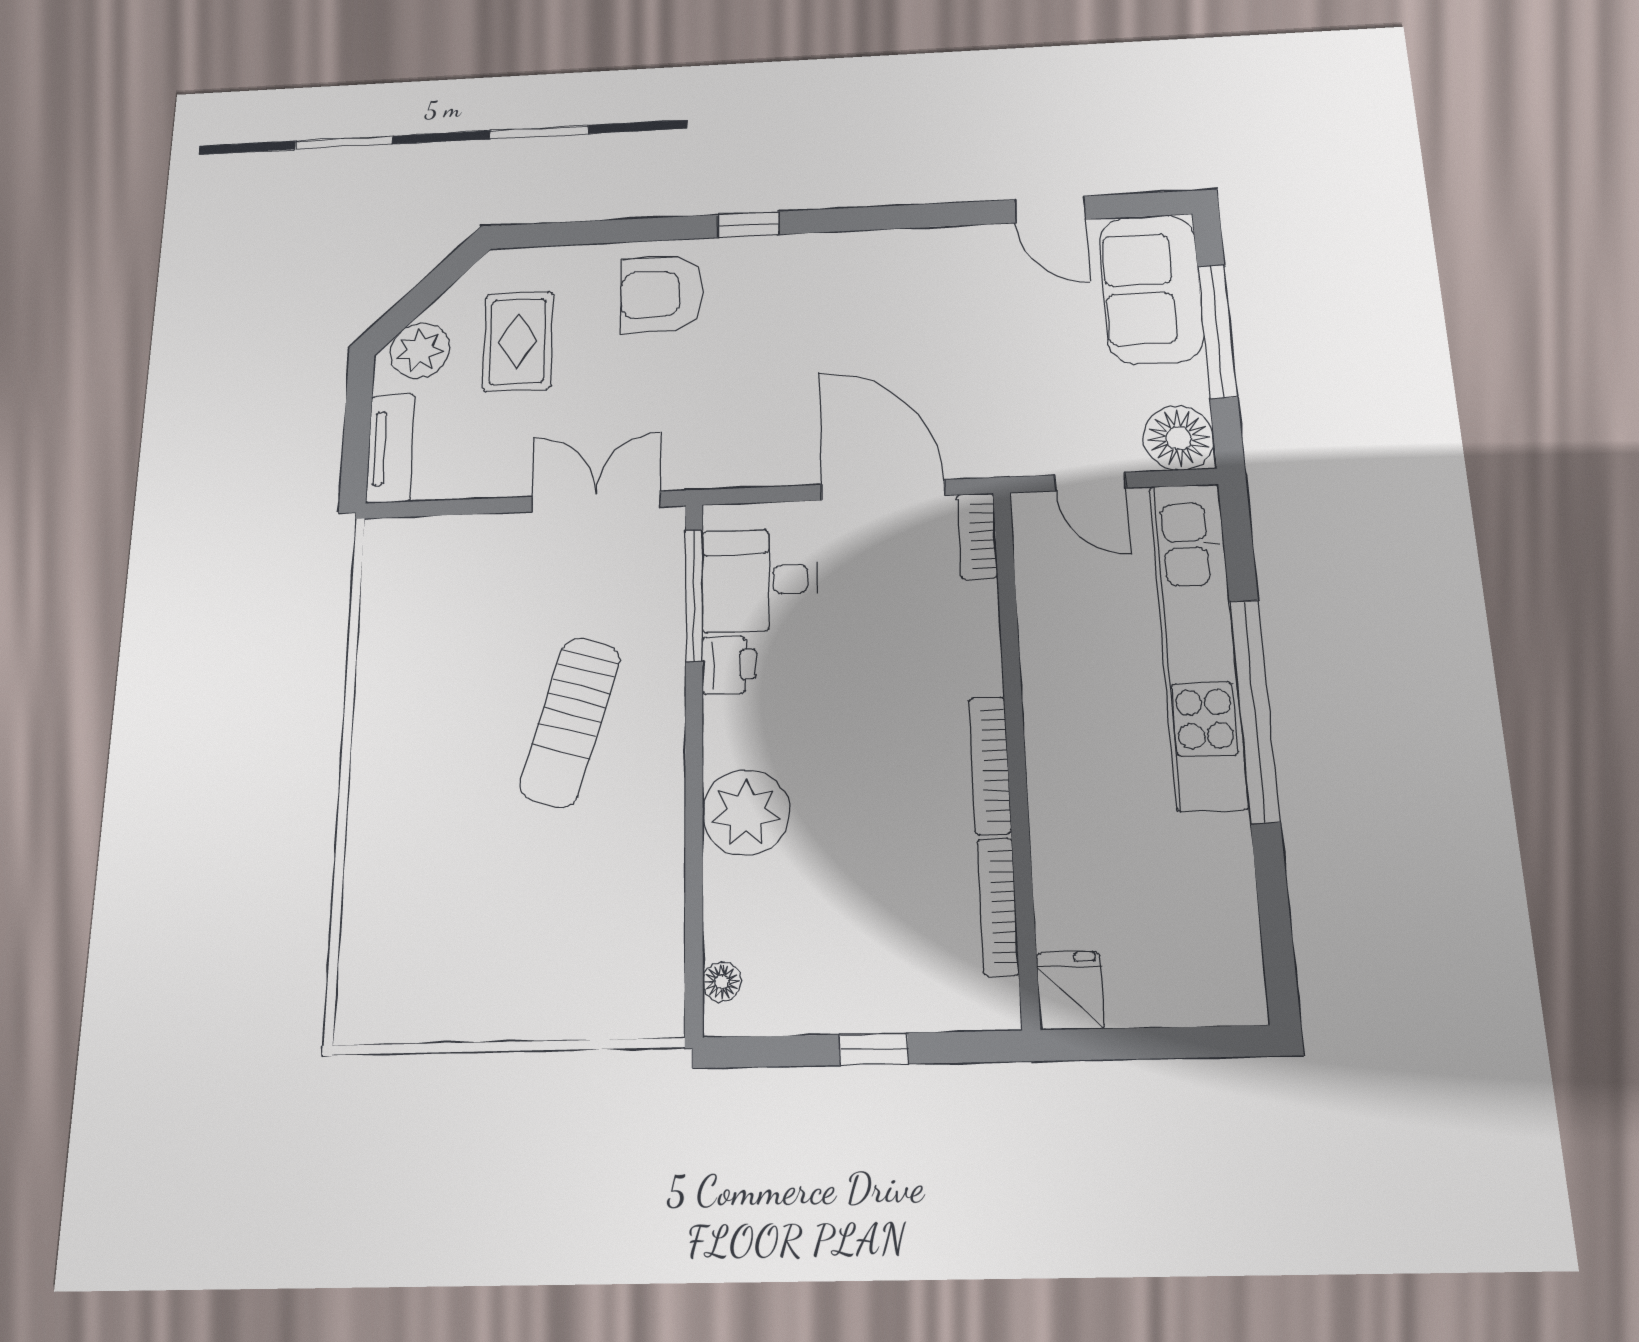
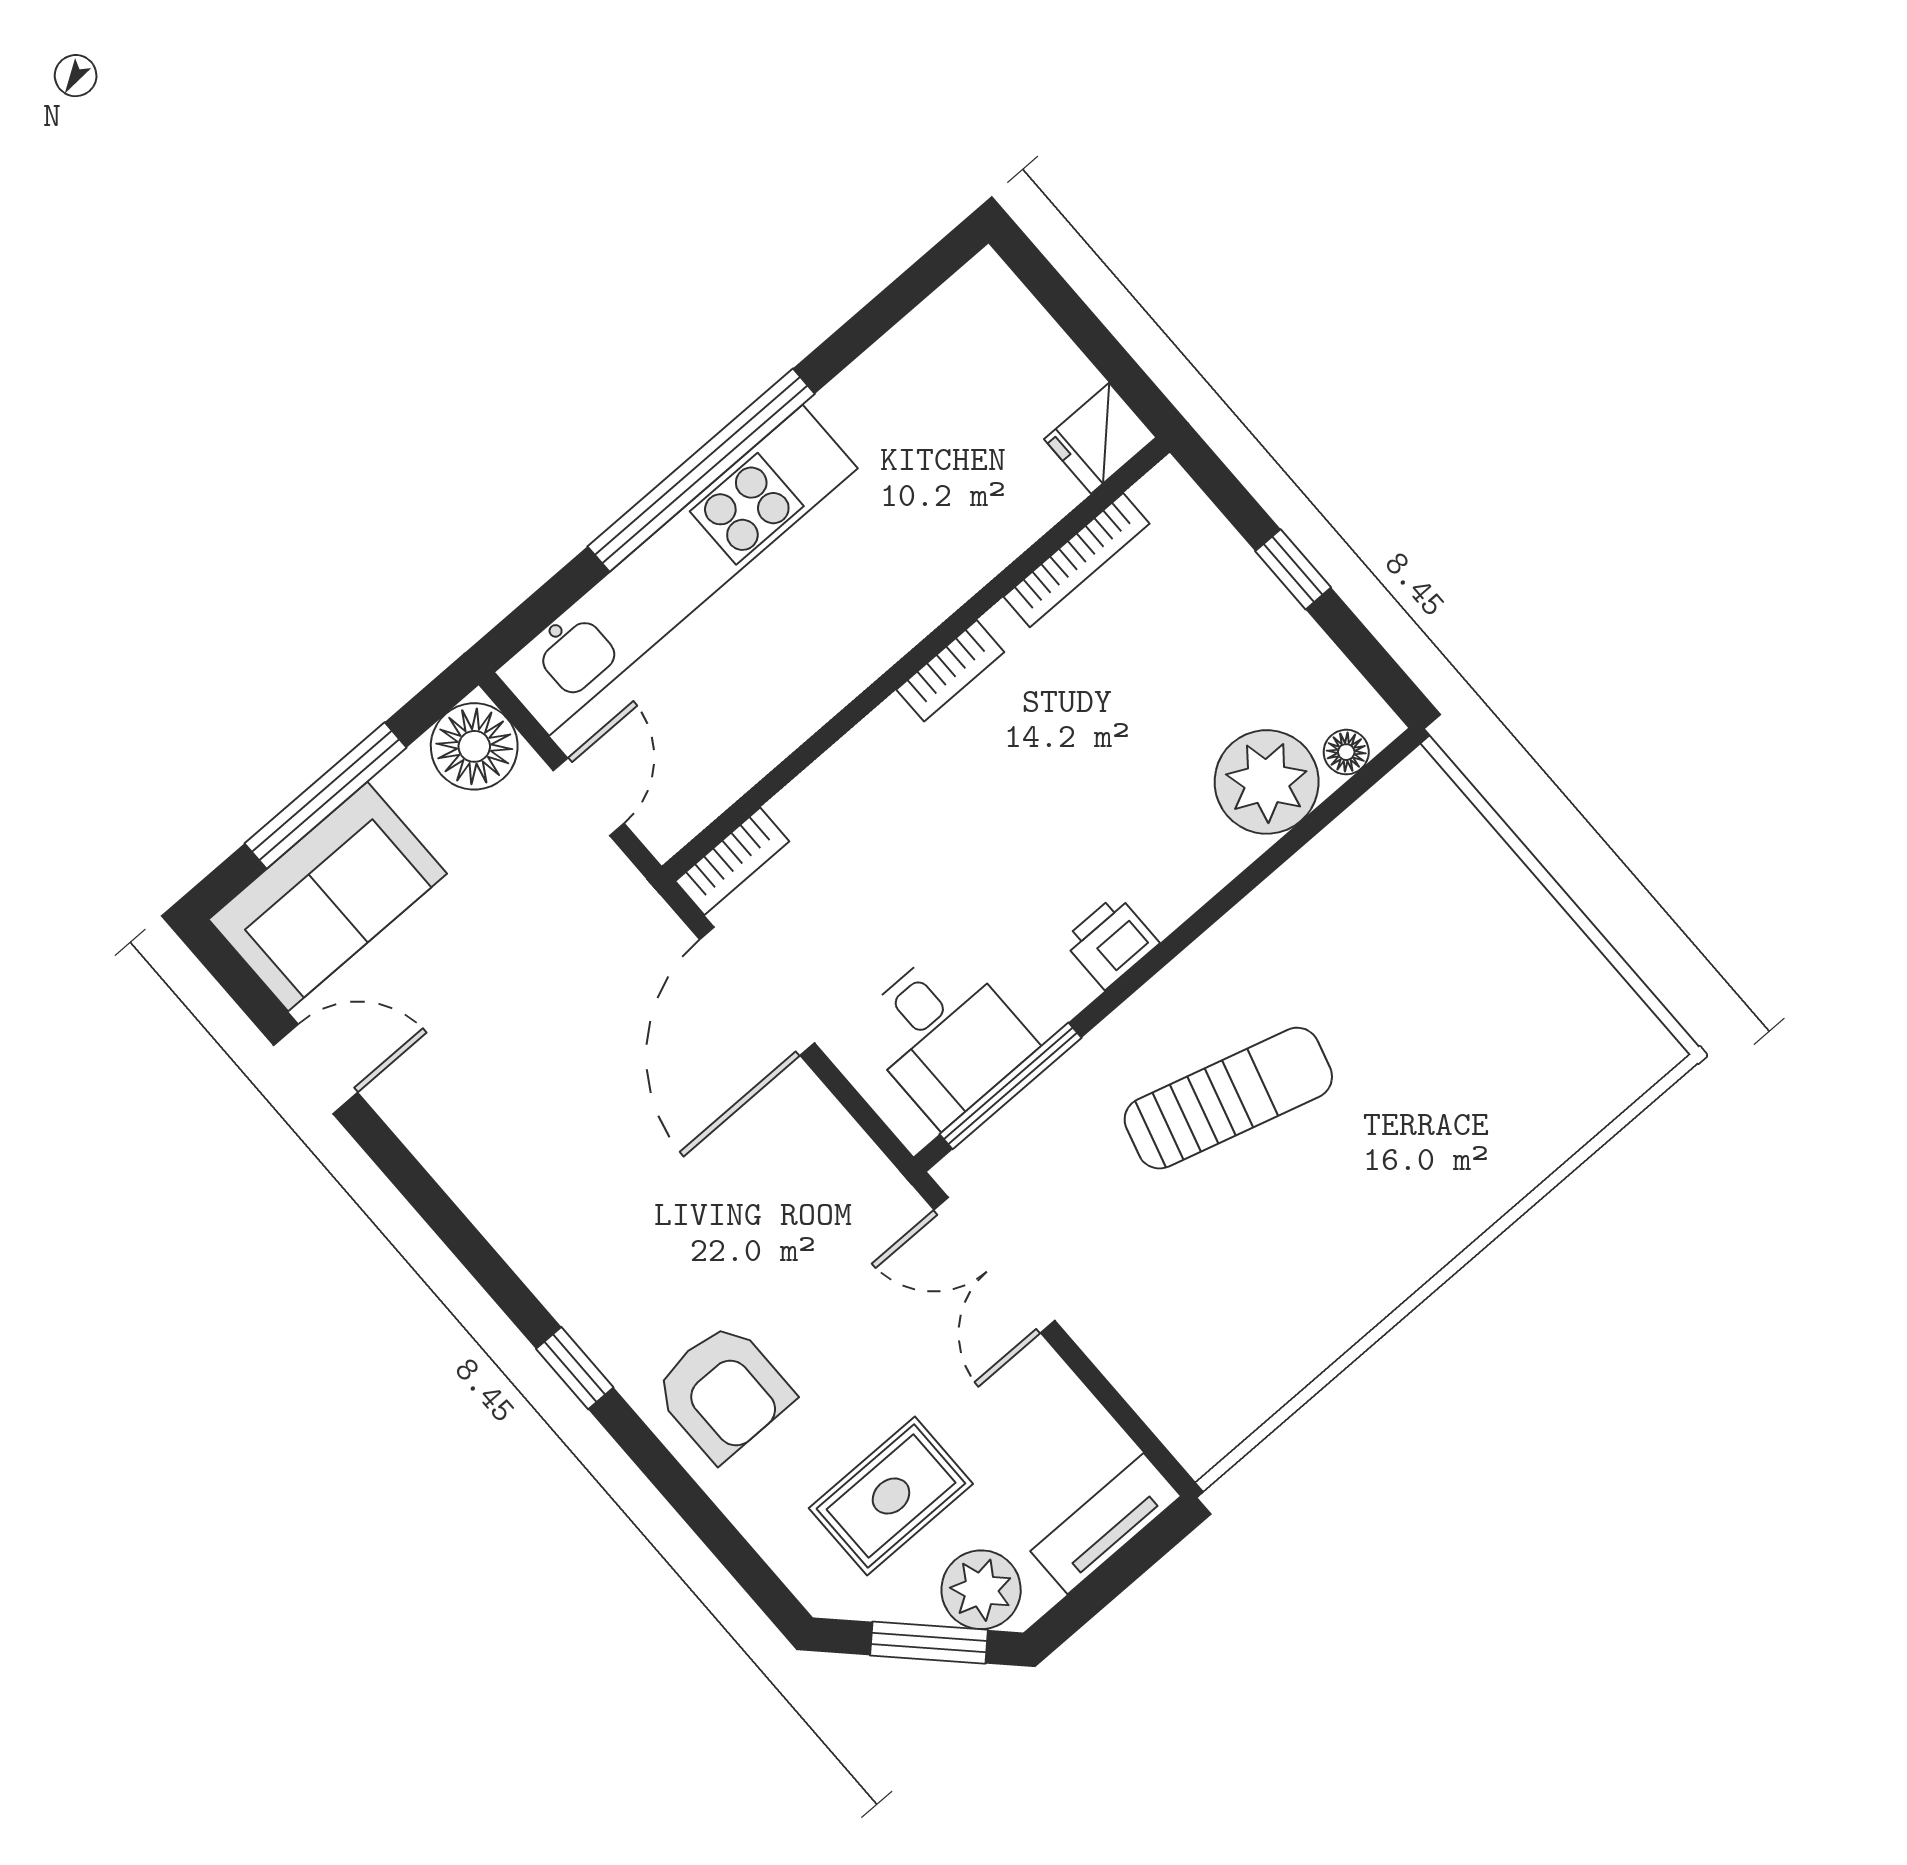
door: (1050, 209) -> (316, 1069), hinge flipped
window: (418, 300) -> (929, 1643), added
printer: (729, 665) -> (1111, 942), moved
bookcase: (990, 765) -> (950, 671), width x0.64
plant: (746, 813) -> (1267, 782), moved

